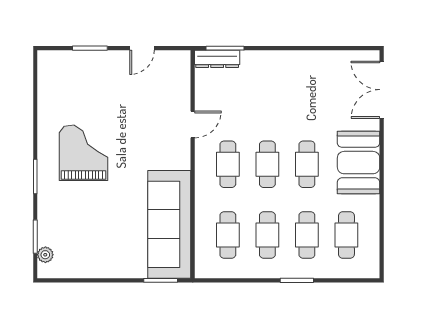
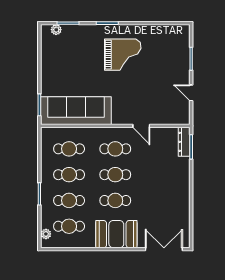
plant: (358, 271) -> (46, 234), added

